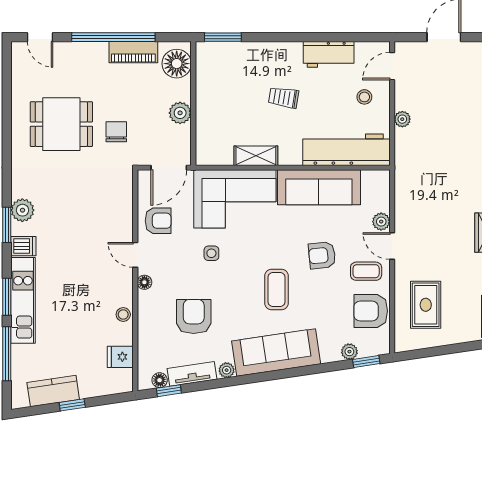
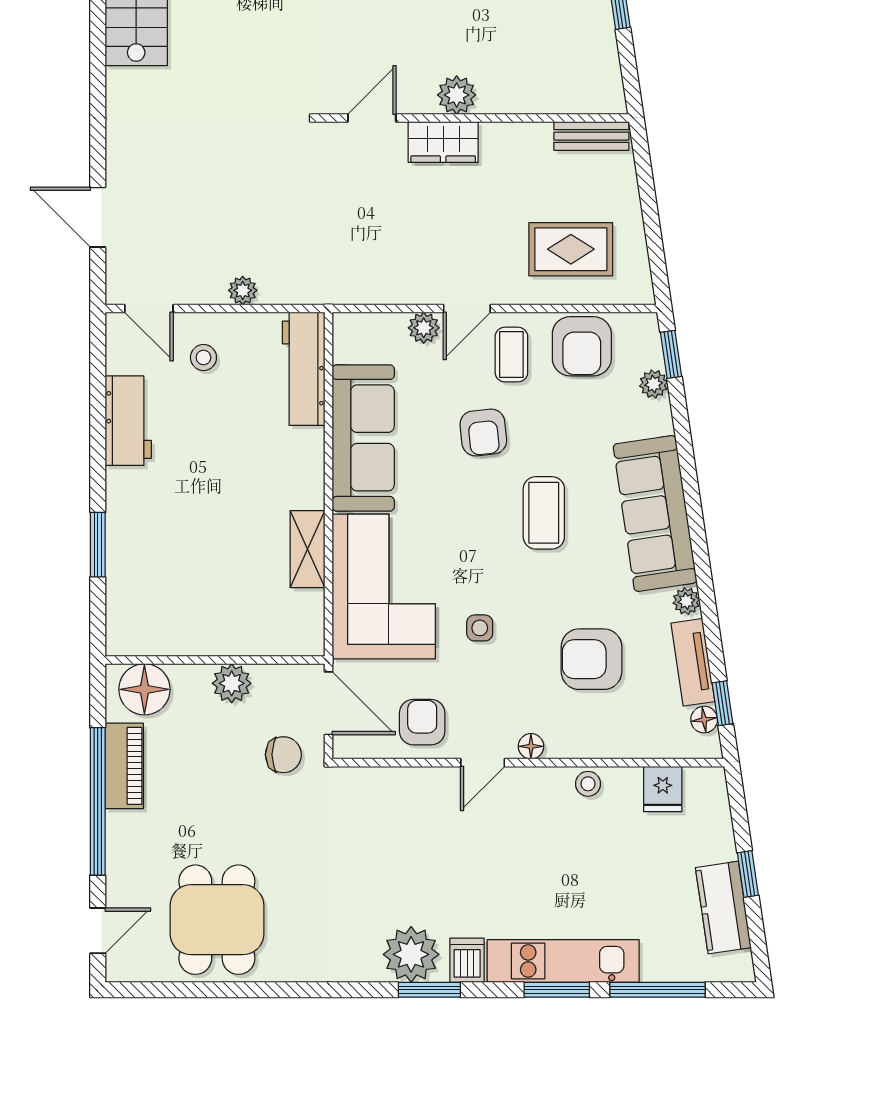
window: (223, 37) -> (98, 545), moved
trolley: (284, 98) -> (204, 500), removed
dining table: (61, 124) -> (217, 920), moved
chair: (116, 132) -> (283, 755), moved, turned 180
workbench: (346, 150) -> (304, 369), width x0.73, depth x0.76
plant: (22, 210) -> (411, 954), width x1.36, depth x1.36
coffee table: (277, 290) -> (544, 513), turned 90

